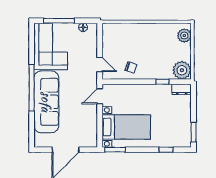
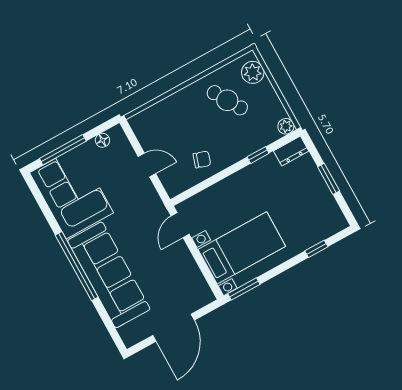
cafe table: (162, 43) -> (227, 100), added
door: (100, 65) -> (147, 165), moved
plant: (182, 70) -> (286, 126), width x0.53, depth x0.53
window: (194, 132) -> (329, 179), moved

